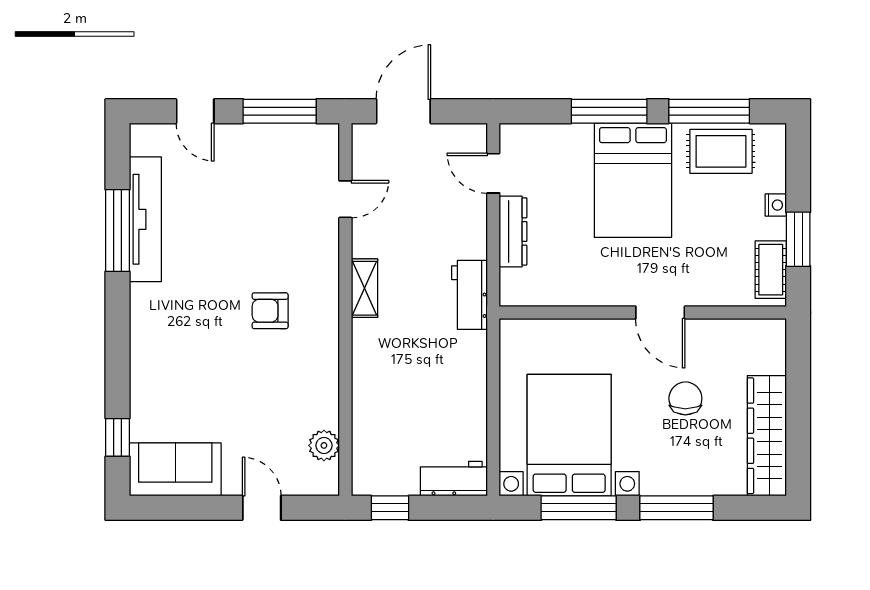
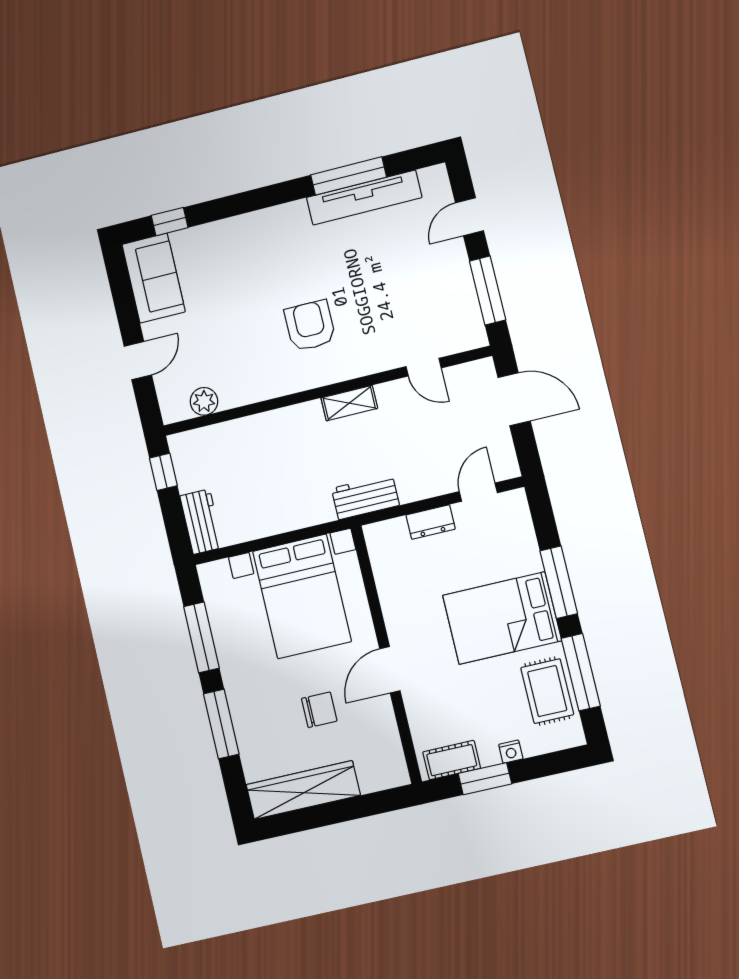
dresser: (513, 231) -> (431, 522), width x0.70
armchair: (270, 311) -> (310, 326), width x1.38, depth x1.38
bed with nightstands: (569, 435) -> (302, 596), moved, turned 90

